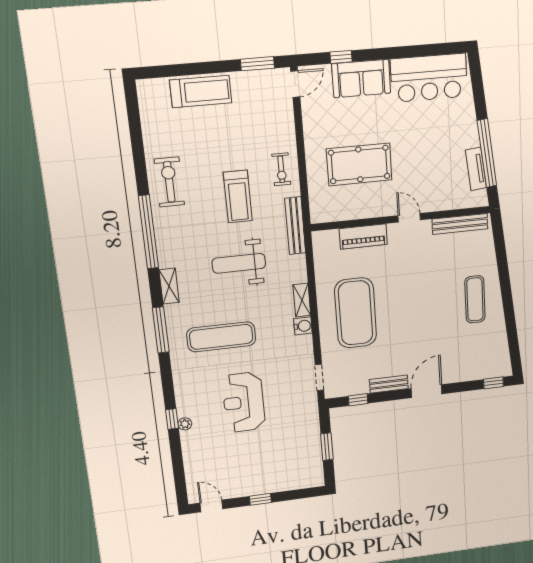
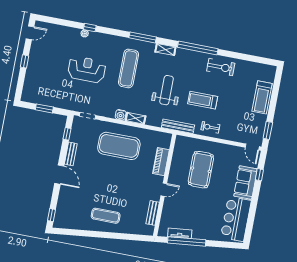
bench: (460, 224) -> (153, 213), width x0.73

